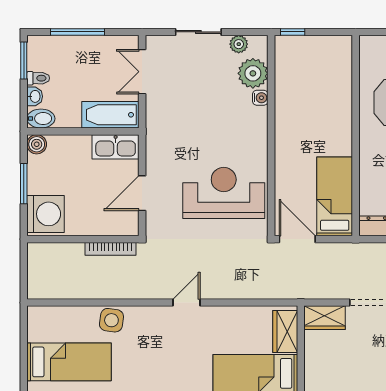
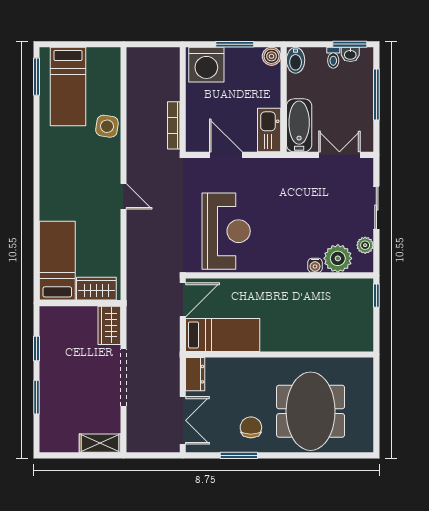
washbasin: (35, 96) -> (350, 54), moved

